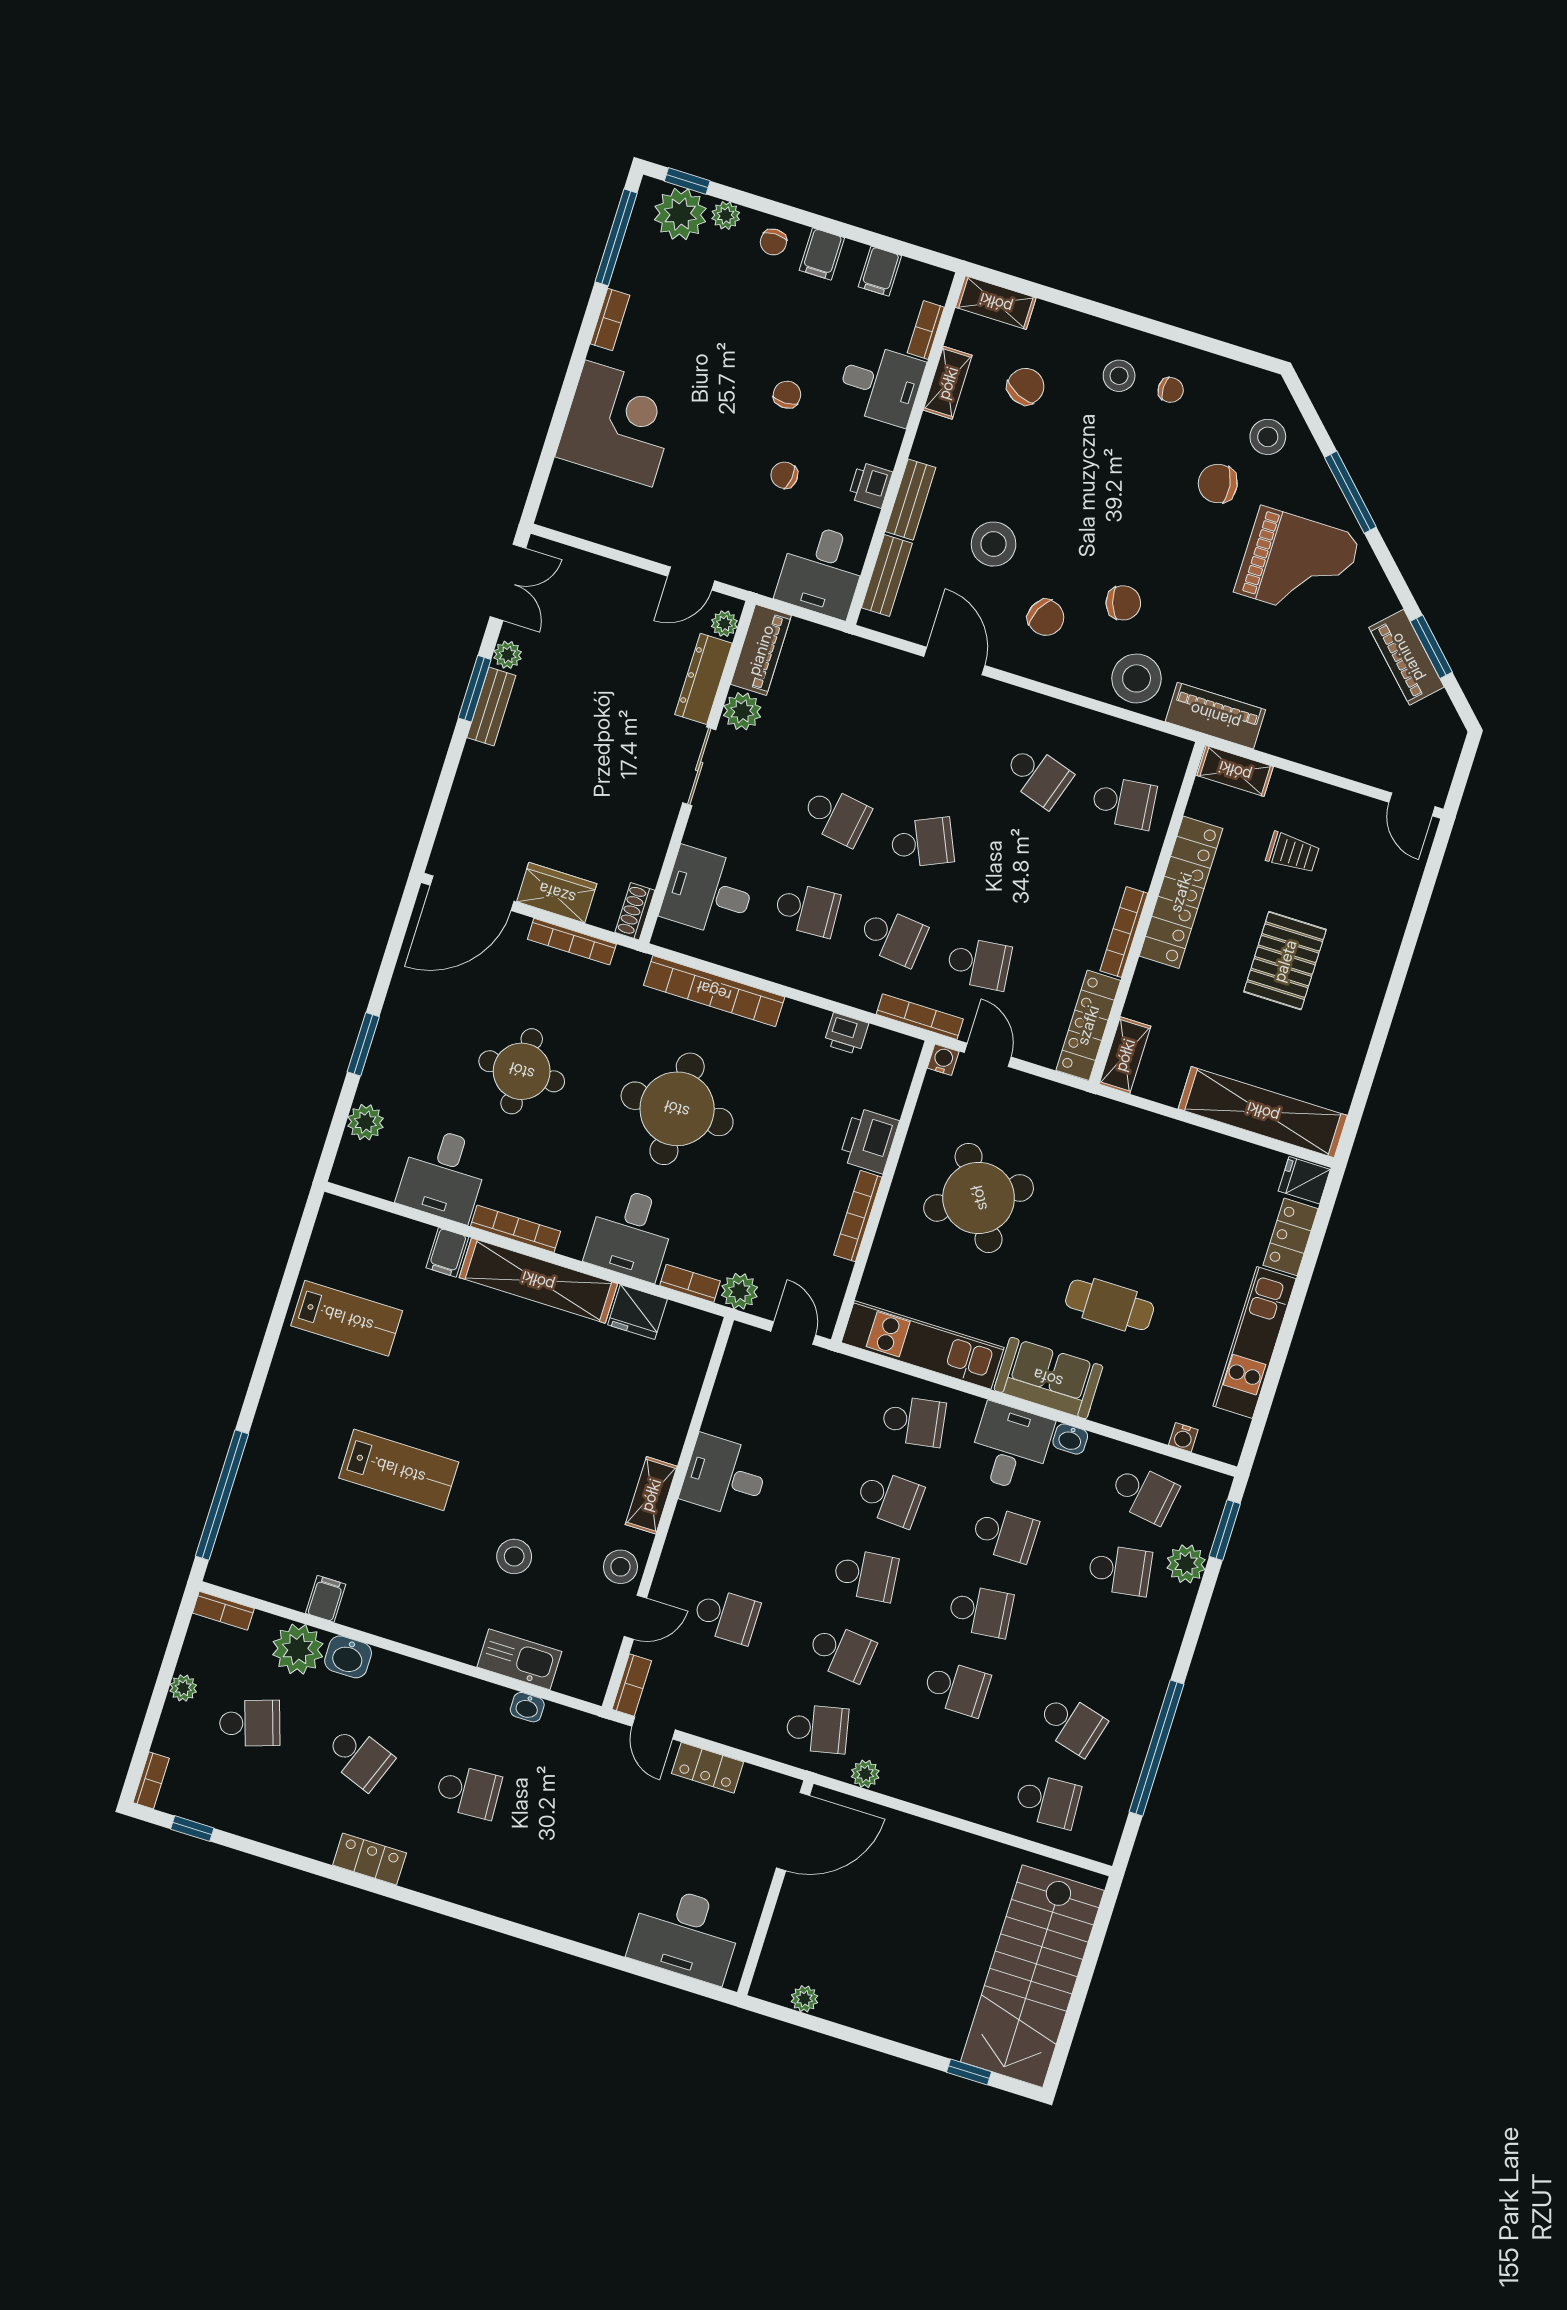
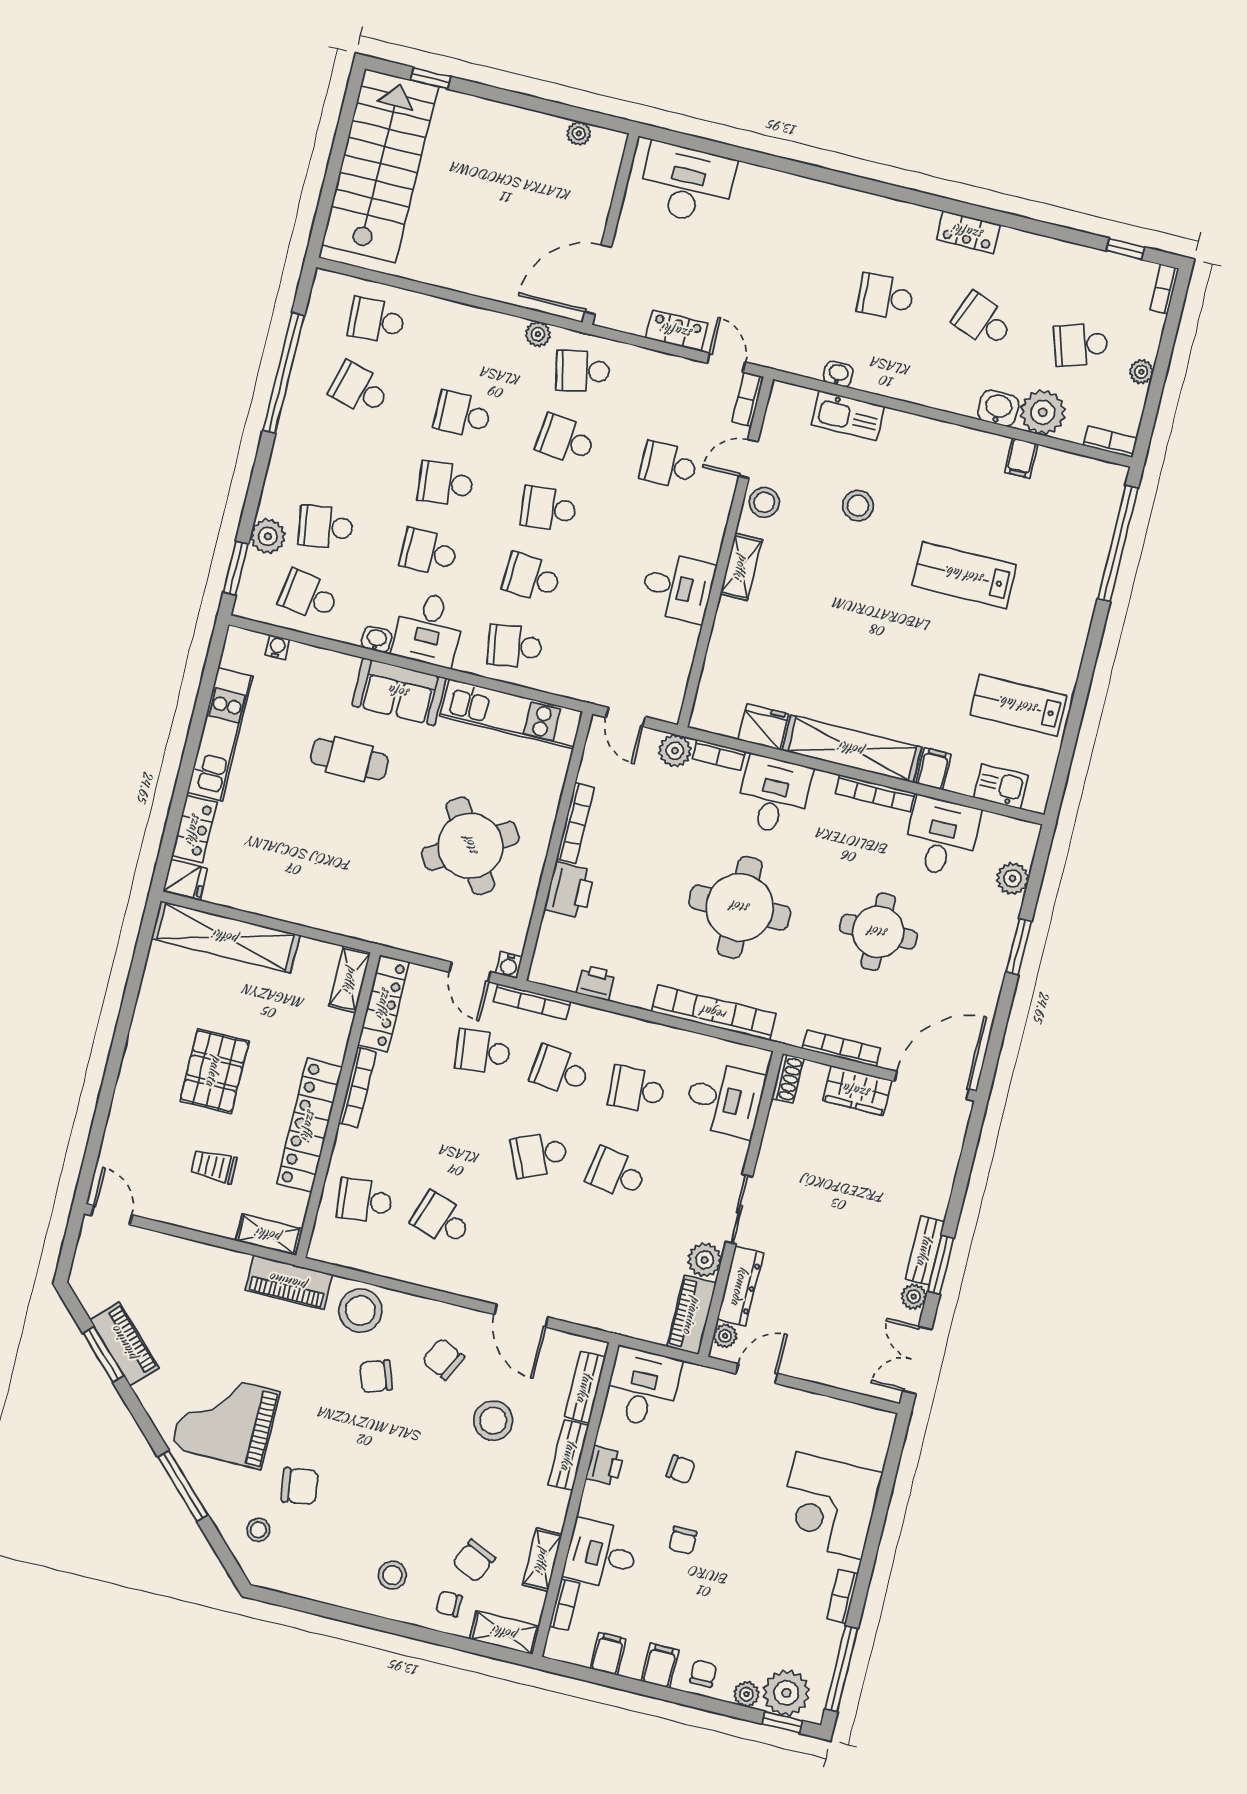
chair: (1171, 390) -> (449, 1604), moved
stool: (1268, 437) -> (258, 1530), width x0.73, depth x0.73
kitchen sink: (372, 1228) -> (1001, 786), added

